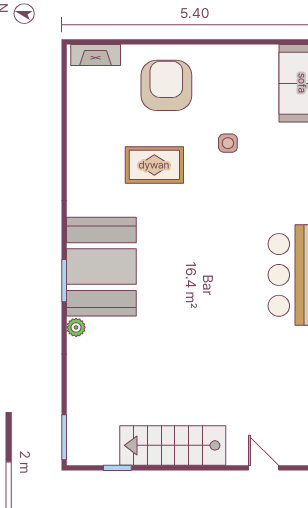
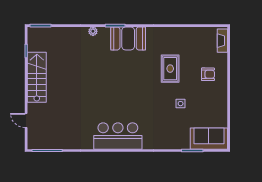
armchair: (166, 85) -> (208, 74), width x0.53, depth x0.53
booth: (101, 267) -> (128, 38), width x0.73, depth x0.70
door: (263, 468) -> (26, 120), swing flipped

